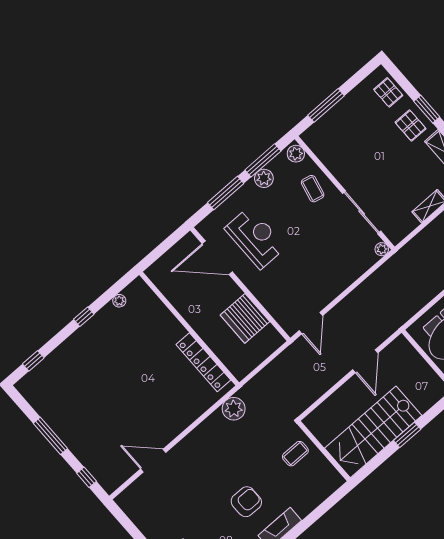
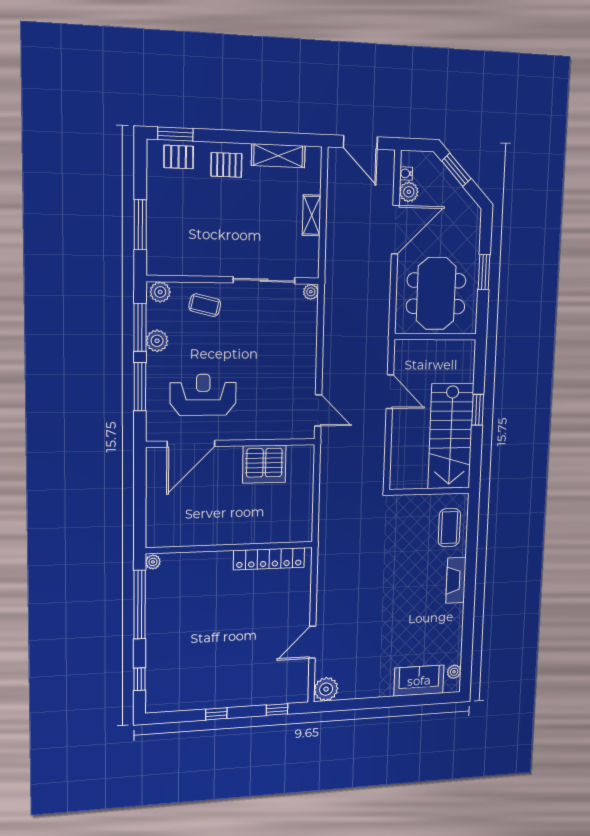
window: (427, 109) -> (175, 134), moved
window: (84, 317) -> (140, 605), width x3.17
wall: (189, 329) -> (230, 548), moved
locker: (203, 362) -> (269, 559), moved
plant: (234, 409) -> (326, 689), moved
window: (50, 436) -> (216, 714), width x0.46
coffee table: (295, 454) -> (449, 528), moved, width x1.36, depth x1.30
armchair: (246, 502) -> (412, 591), removed

